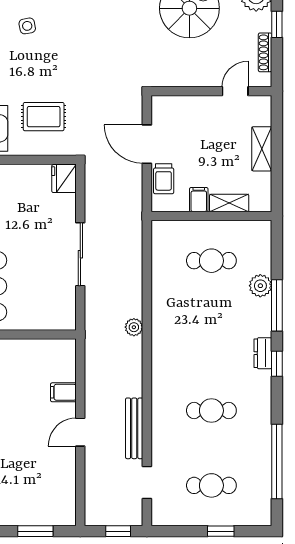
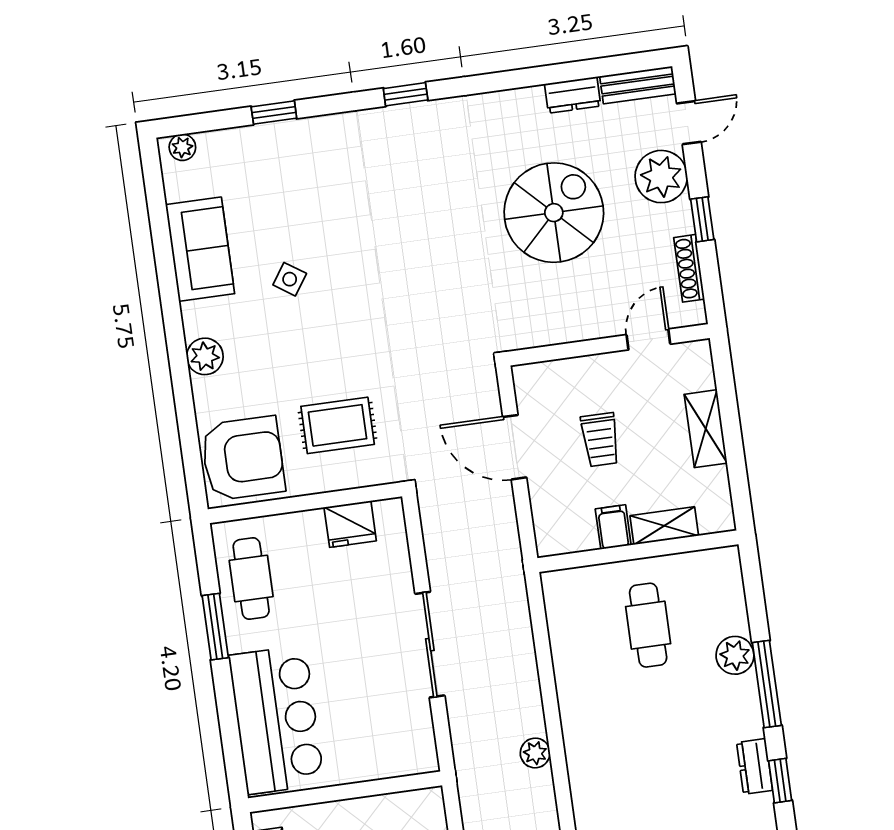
side table: (27, 26) -> (290, 279), turned 45
fridge: (64, 179) -> (350, 524), moved, turned -90
trolley: (164, 179) -> (600, 440), moved
cafe table: (211, 261) -> (648, 625), turned 90

